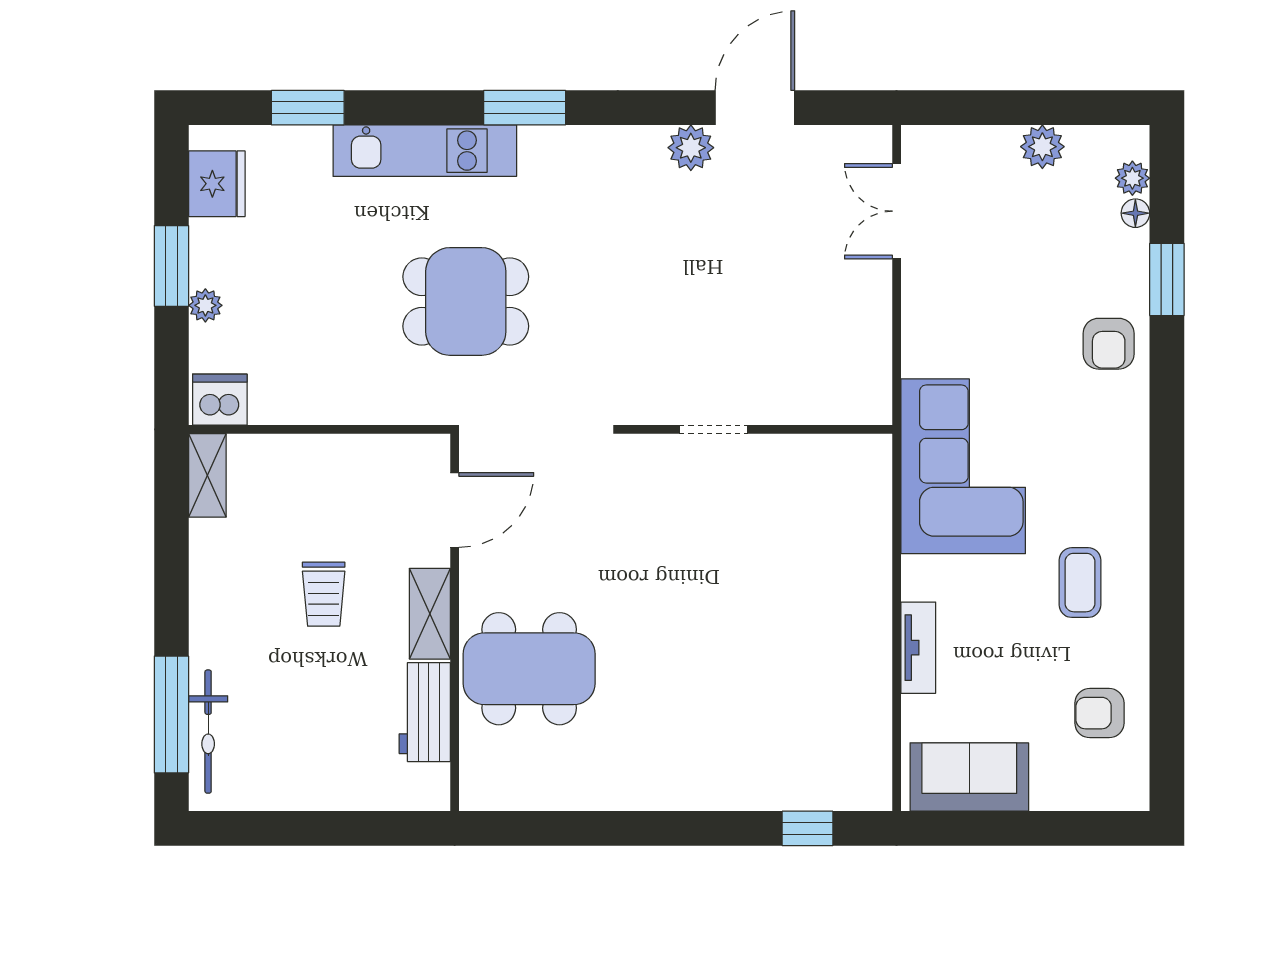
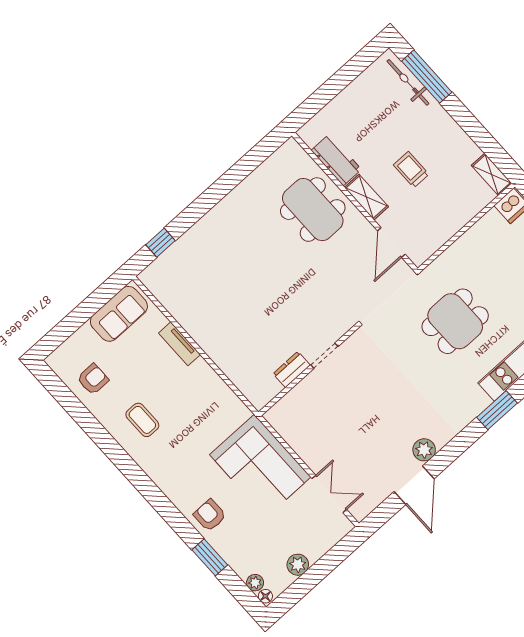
floor lamp: (1135, 213) -> (265, 596), moved
dresser: (782, 453) -> (292, 370), added
corner sofa: (963, 466) -> (260, 466), moved
dining table: (529, 669) -> (313, 210), turned 90

